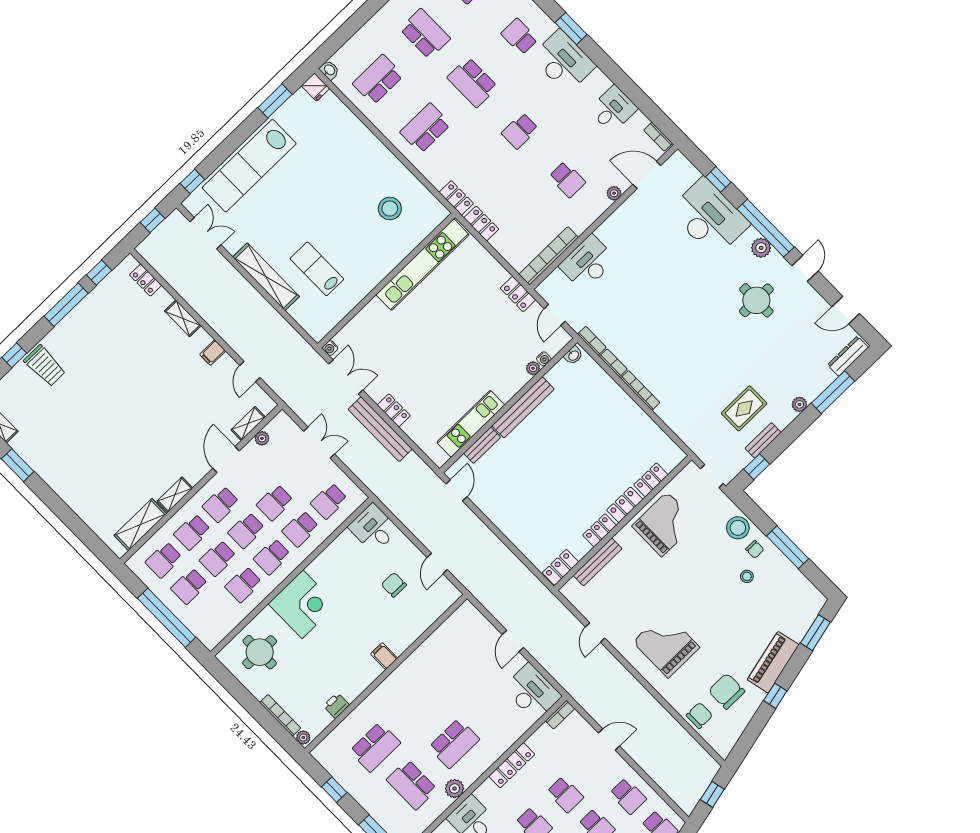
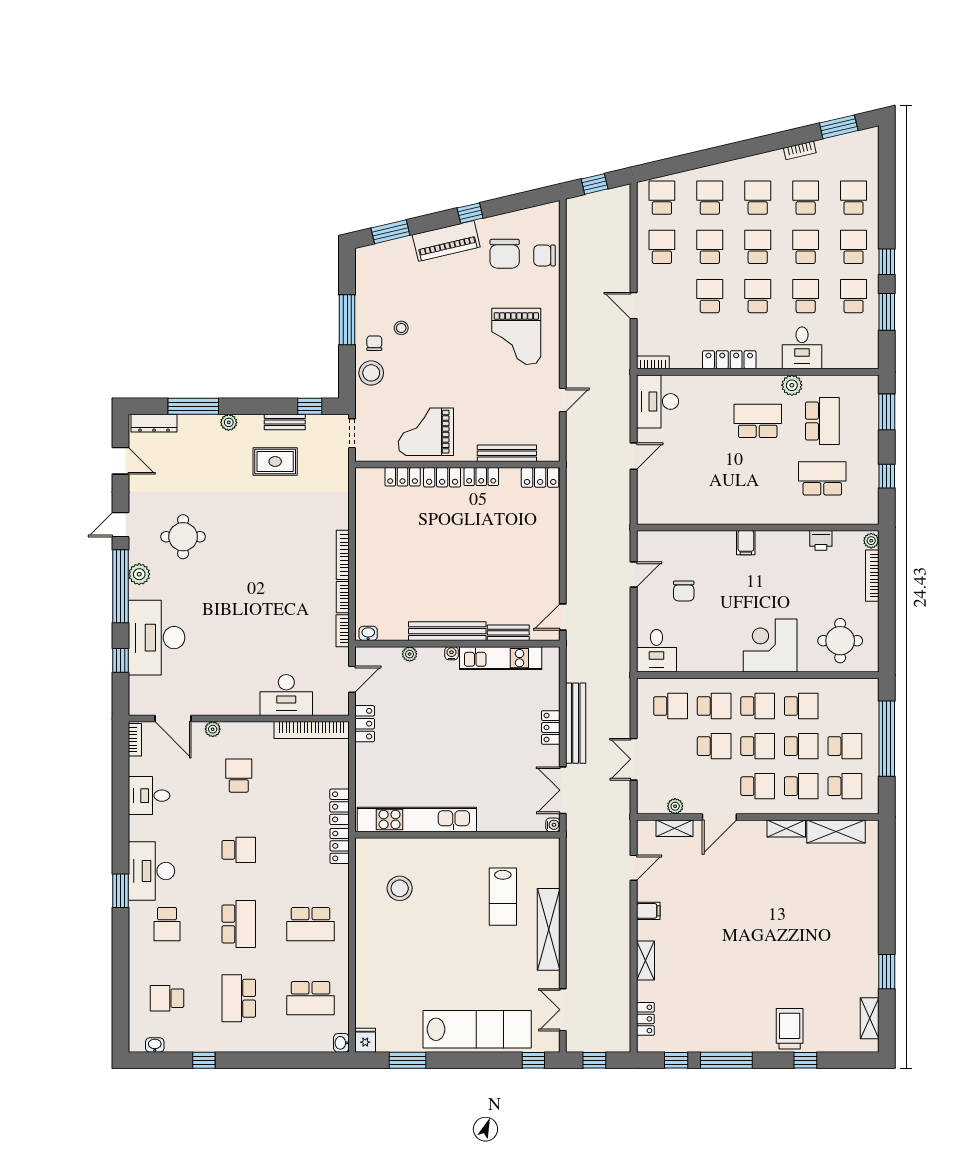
water cooler: (544, 359) -> (451, 653), moved

